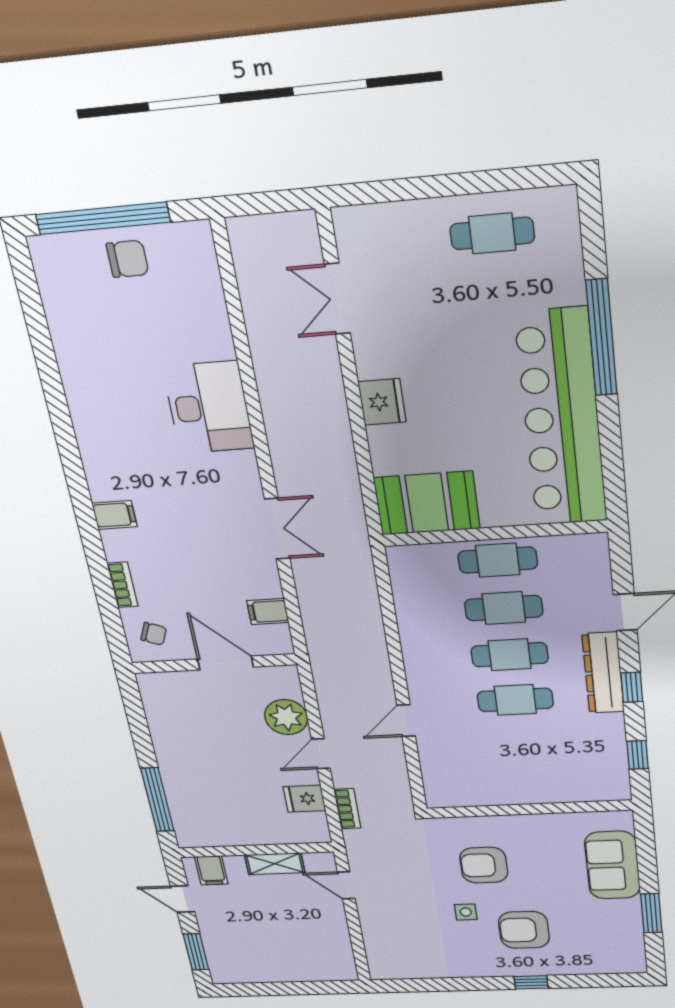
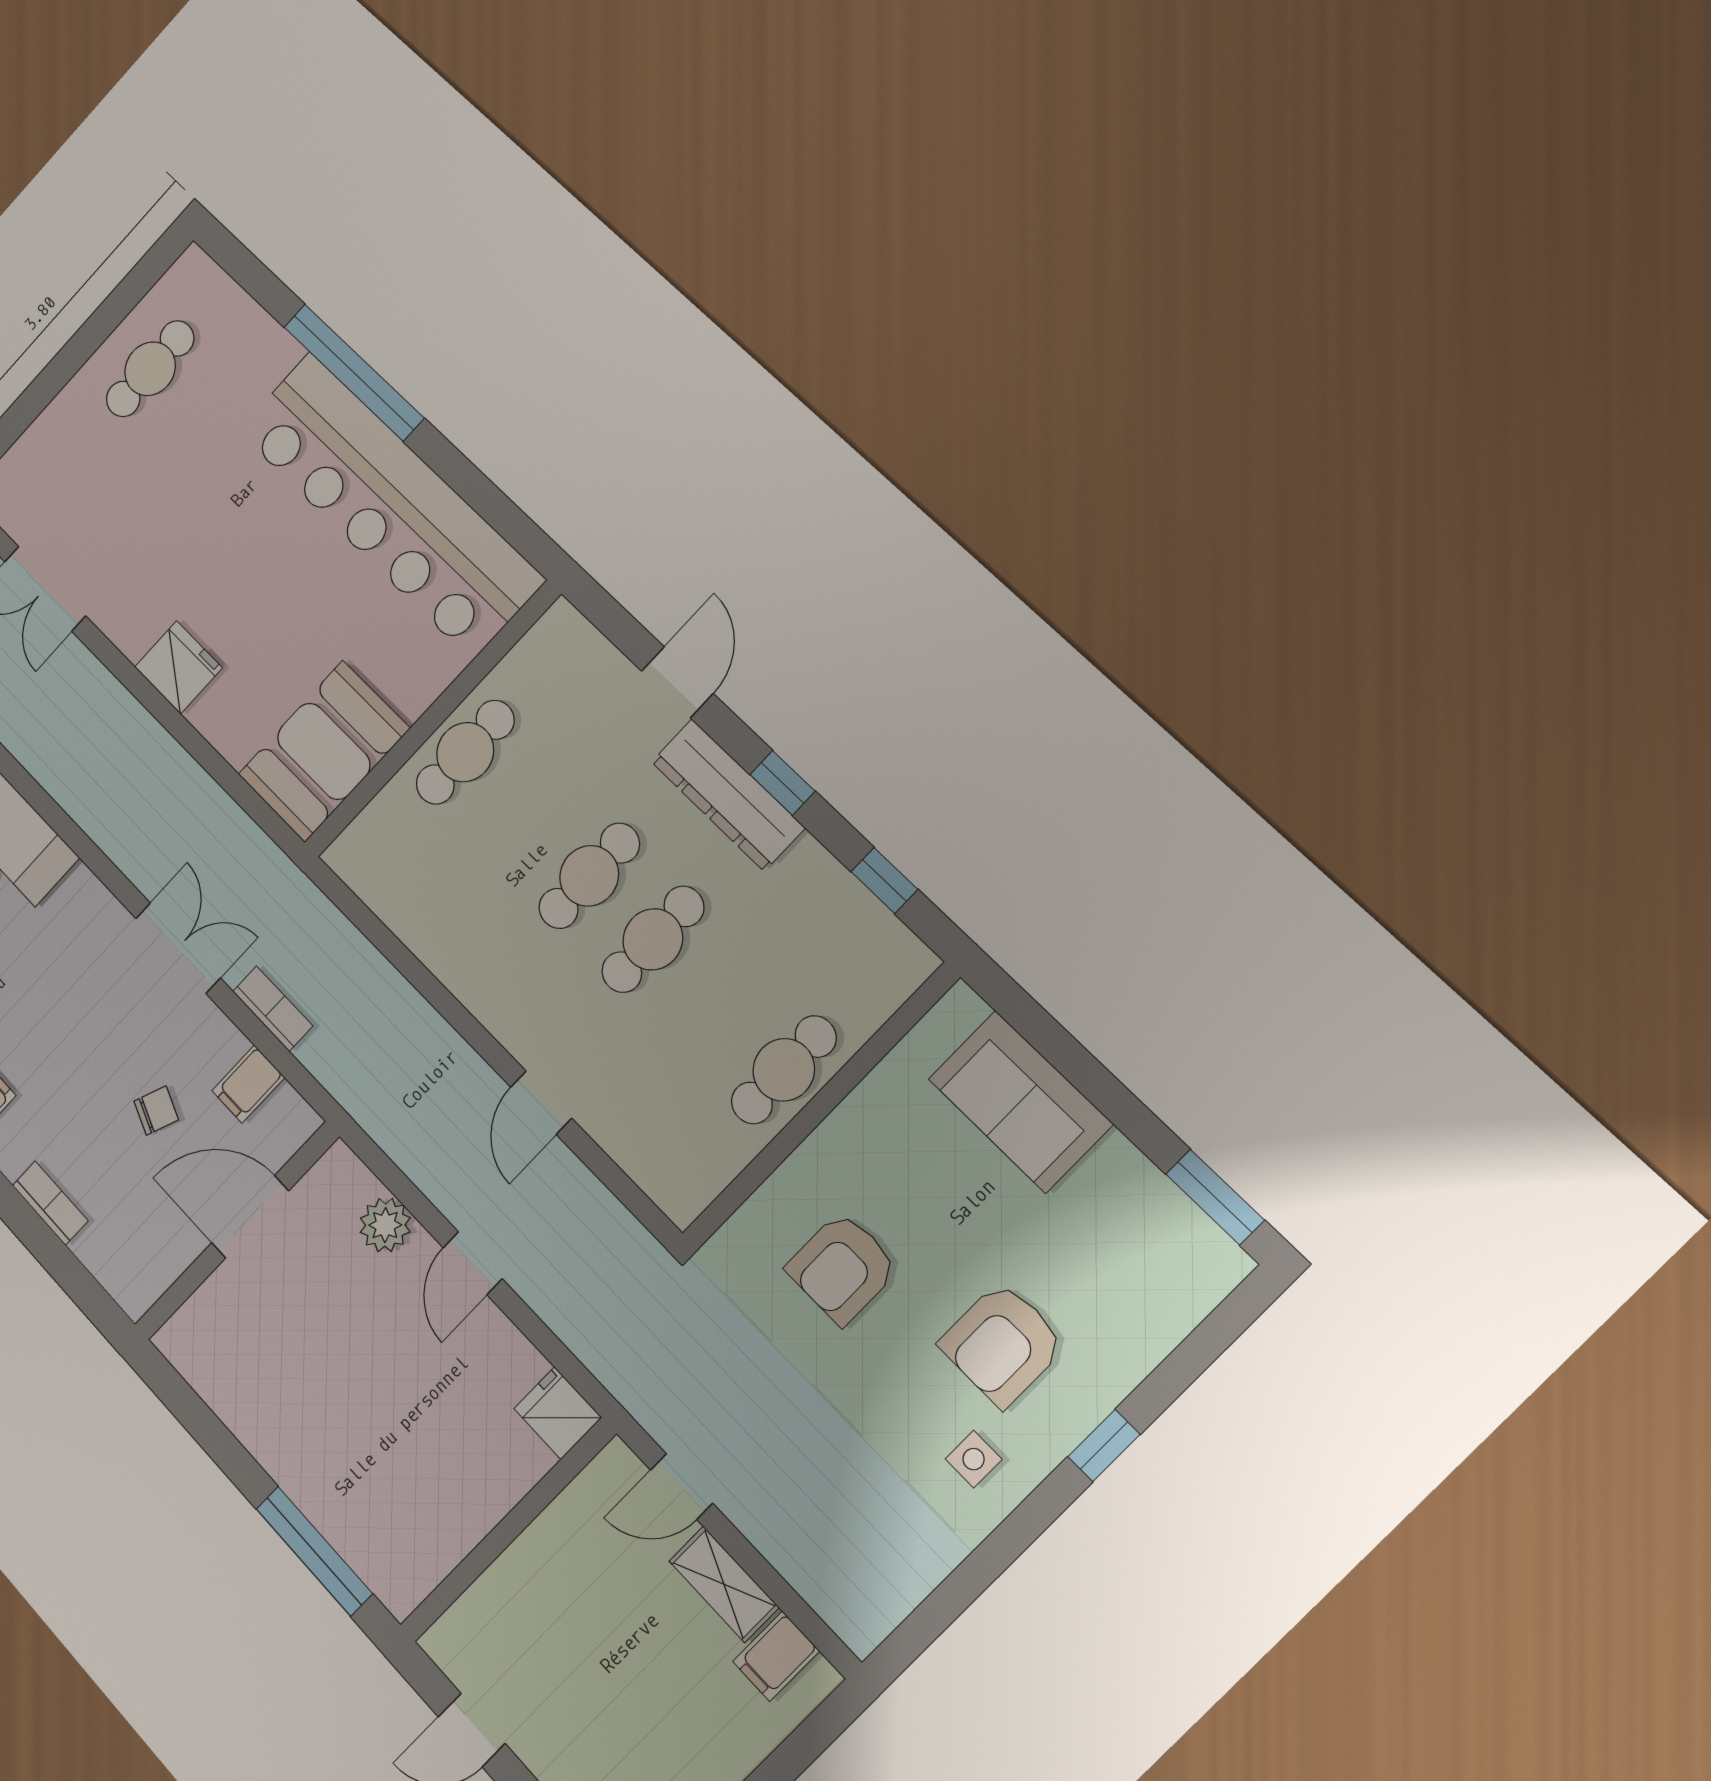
cafe table: (504, 608) -> (784, 1070), moved
chair: (154, 634) -> (156, 1111), moved
plant: (286, 717) -> (385, 1225), width x0.73, depth x0.73
fridge: (304, 799) -> (558, 1413), moved, turned 90
bookcase: (347, 809) -> (273, 1009), moved
shelving: (275, 864) -> (724, 1584), moved, turned 90
filing cabinet: (211, 870) -> (776, 1656), moved, turned 90
side table: (466, 912) -> (974, 1459), moved
window: (651, 913) -> (1215, 1197), moved

